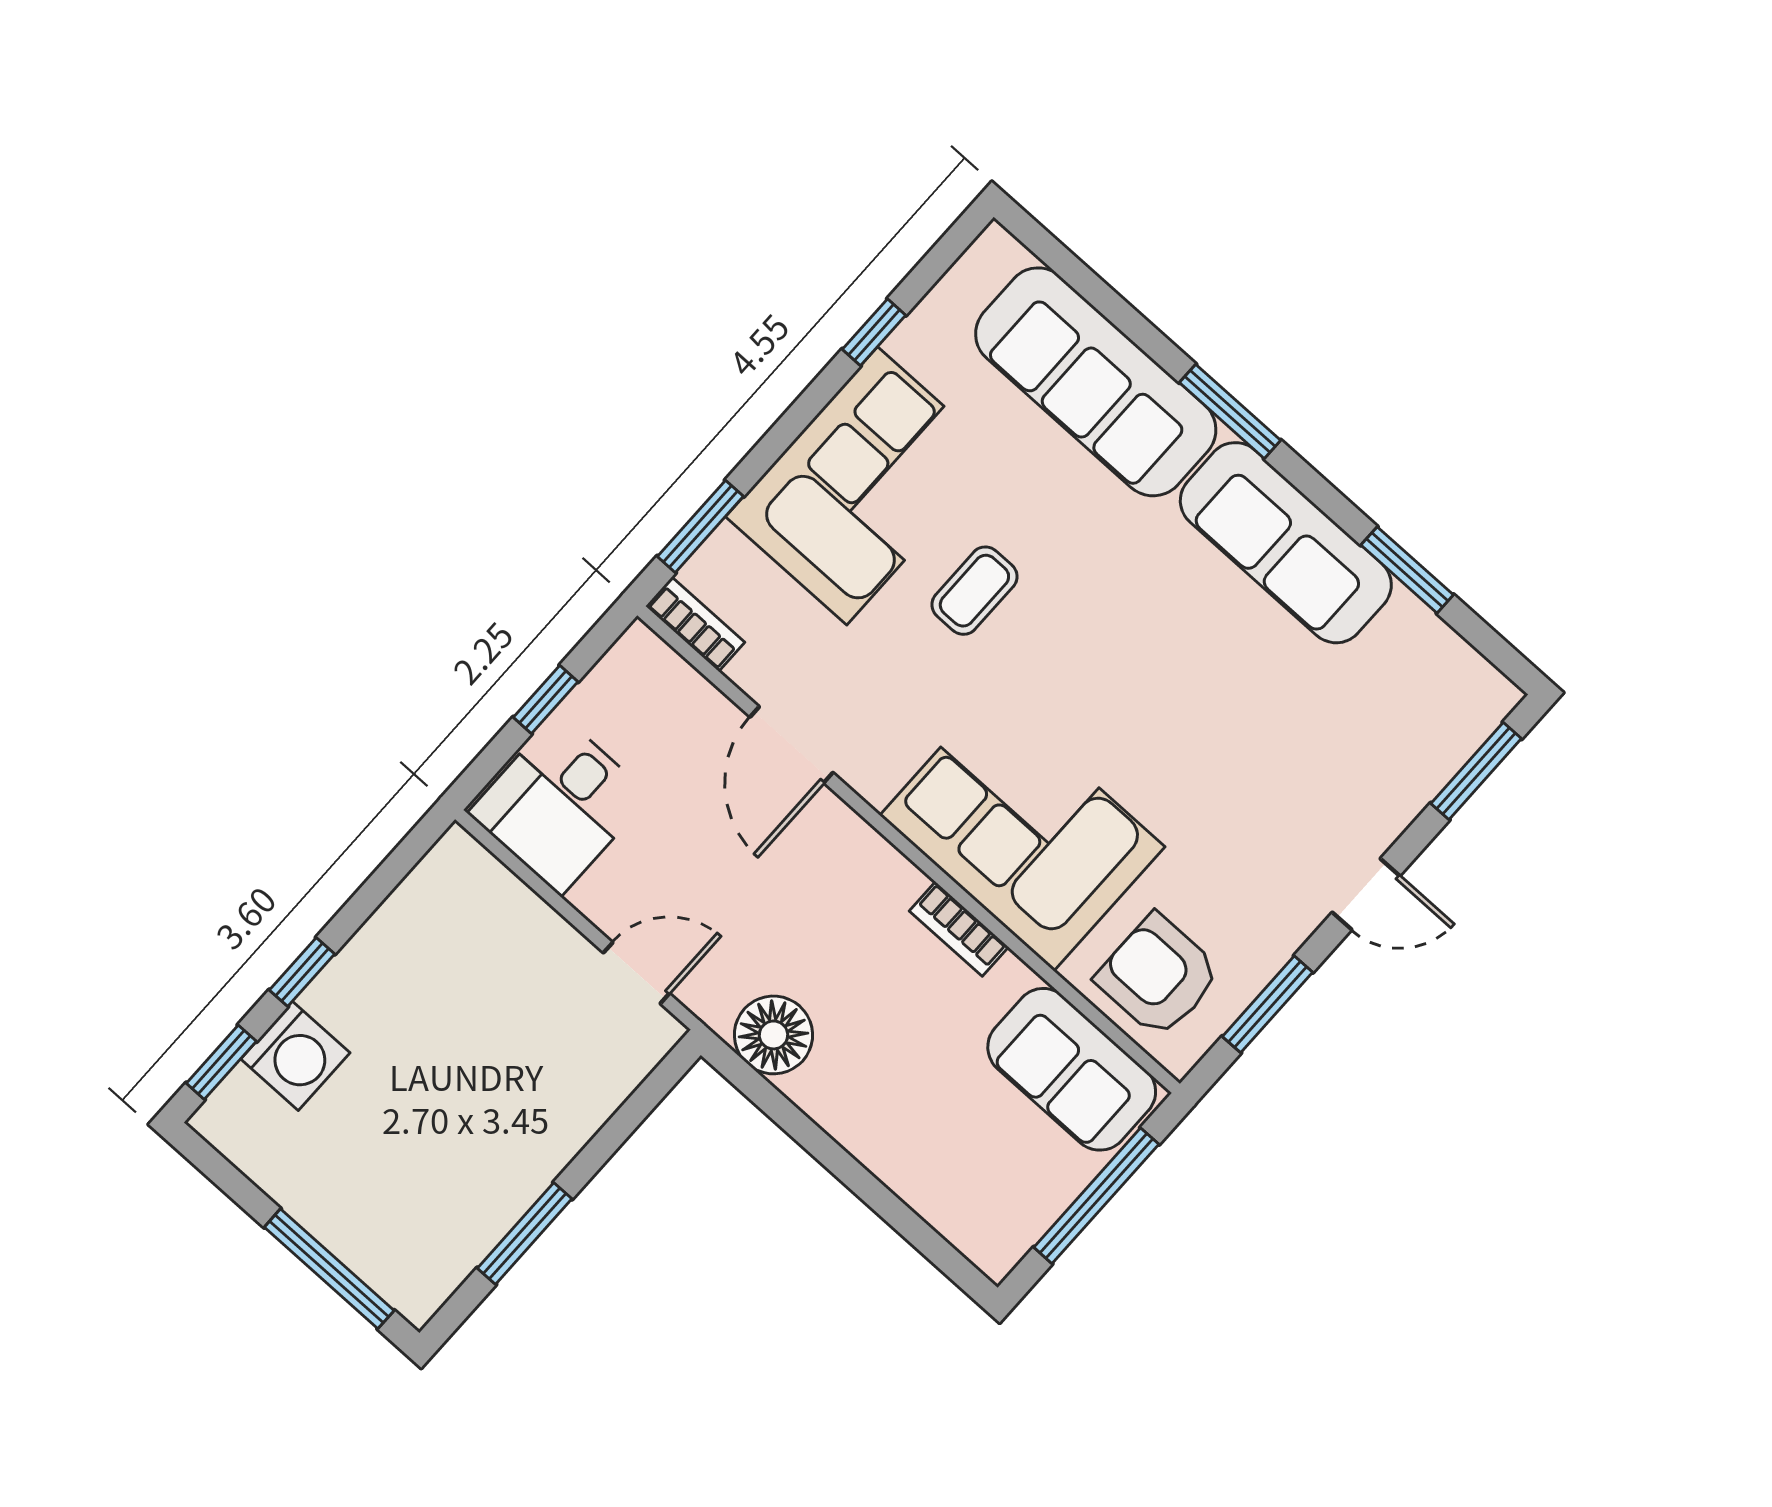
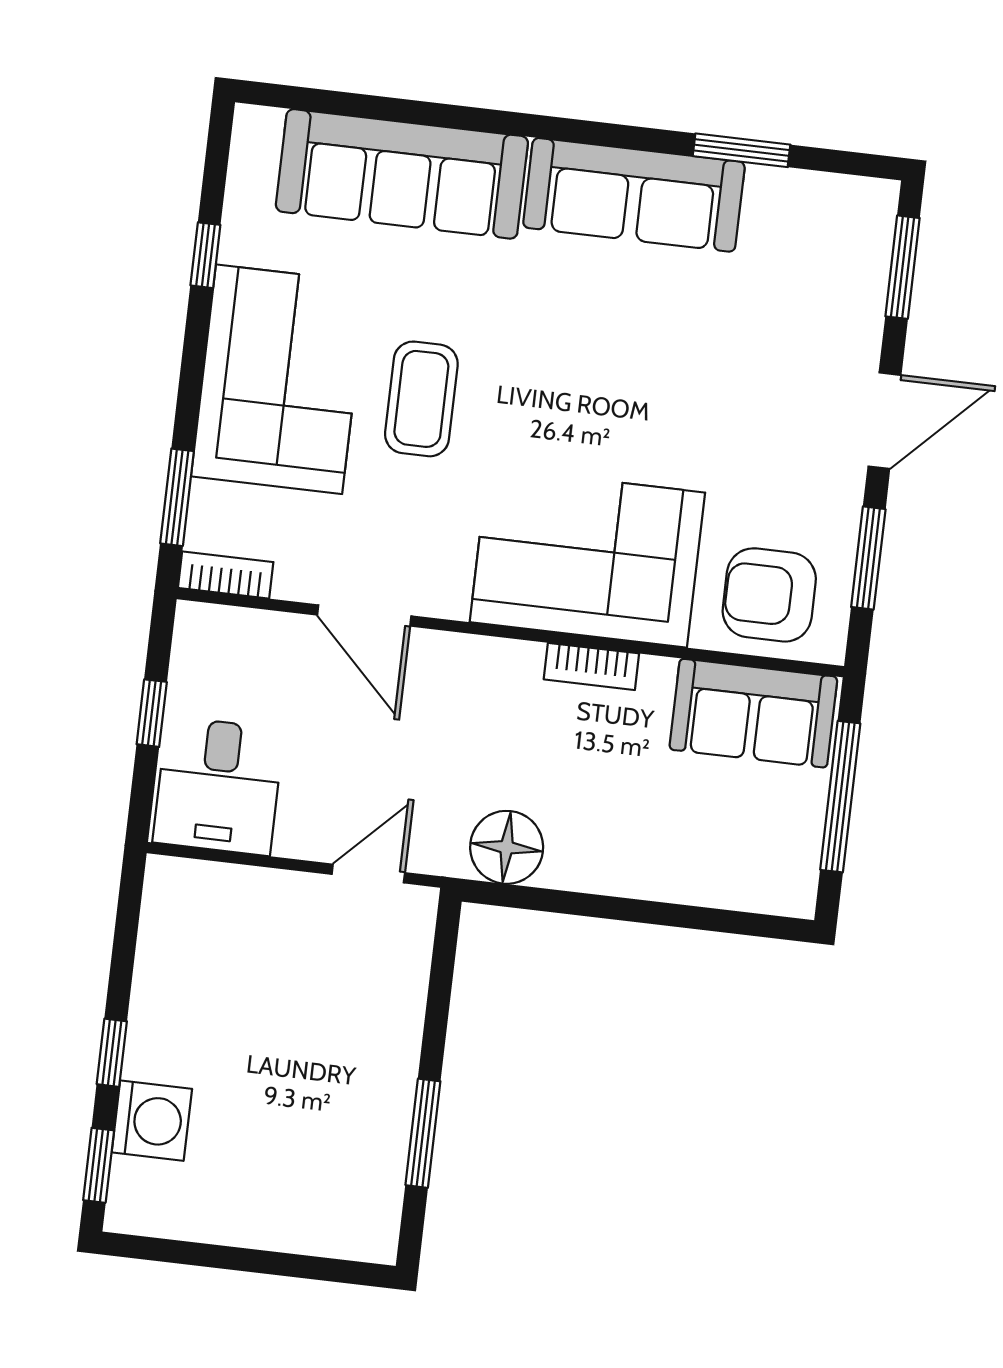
window: (1230, 411) -> (521, 124), removed
coffee table: (974, 591) -> (421, 399), width x1.36, depth x1.30
door: (1366, 894) -> (884, 421), width x1.38
window: (329, 1269) -> (292, 1265), removed

